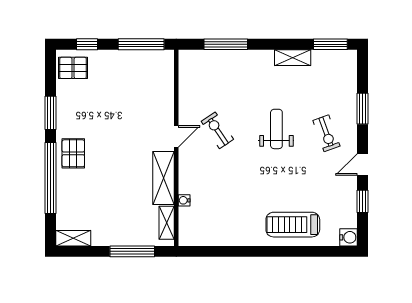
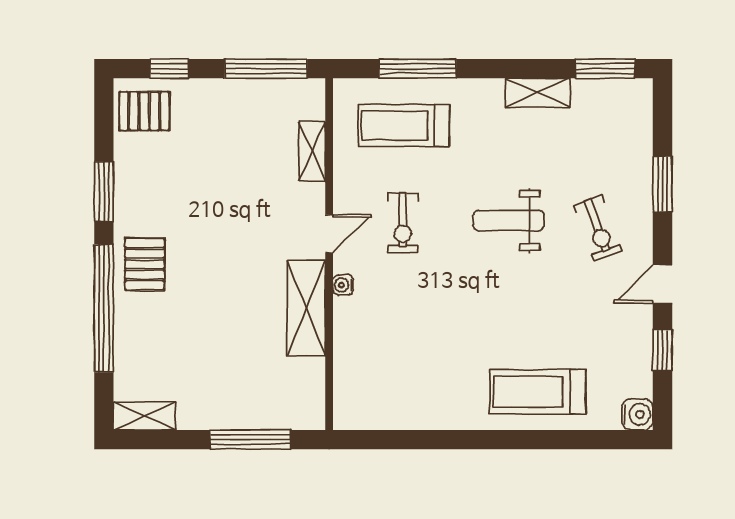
treadmill: (218, 76) -> (404, 126), added
weight bench: (276, 129) -> (508, 220), turned -90
exercise bike: (217, 130) -> (403, 223), turned -146
water cooler: (184, 200) -> (343, 285), moved
shelving: (167, 223) -> (312, 151), moved

